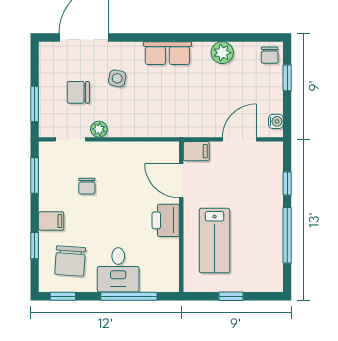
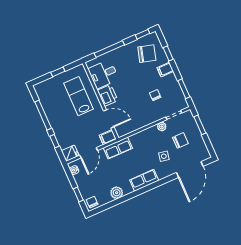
row of seats: (187, 126) -> (118, 148), added
fridge: (270, 152) -> (70, 153), added
chair: (70, 261) -> (147, 54), turned 102
desk: (118, 270) -> (103, 74), moved, turned -90

